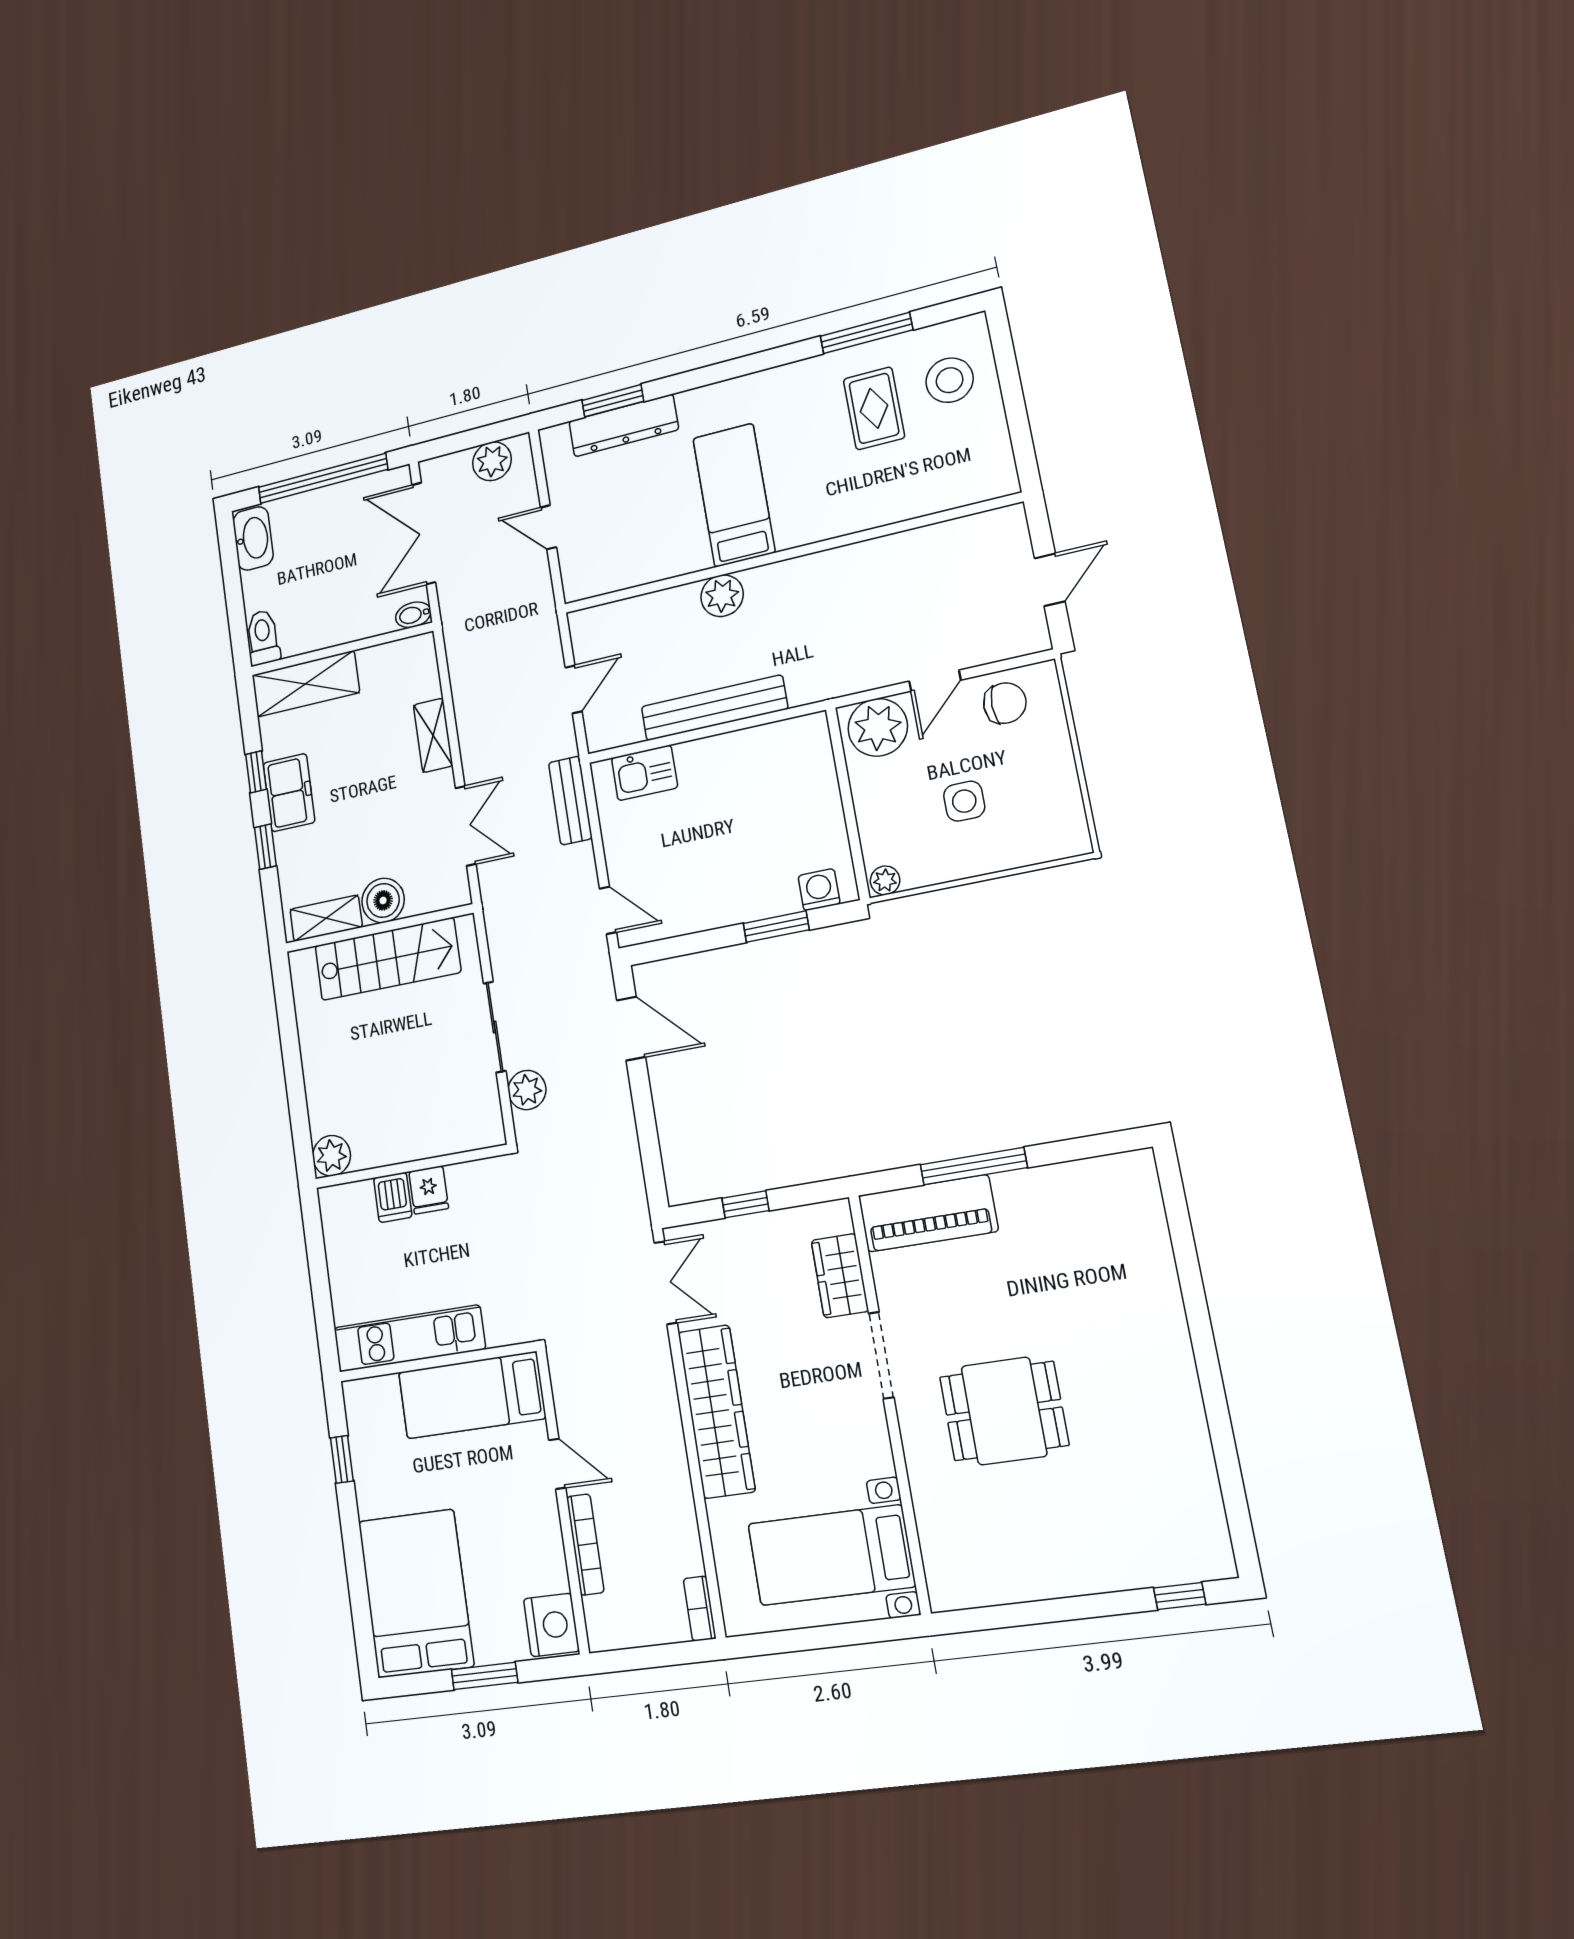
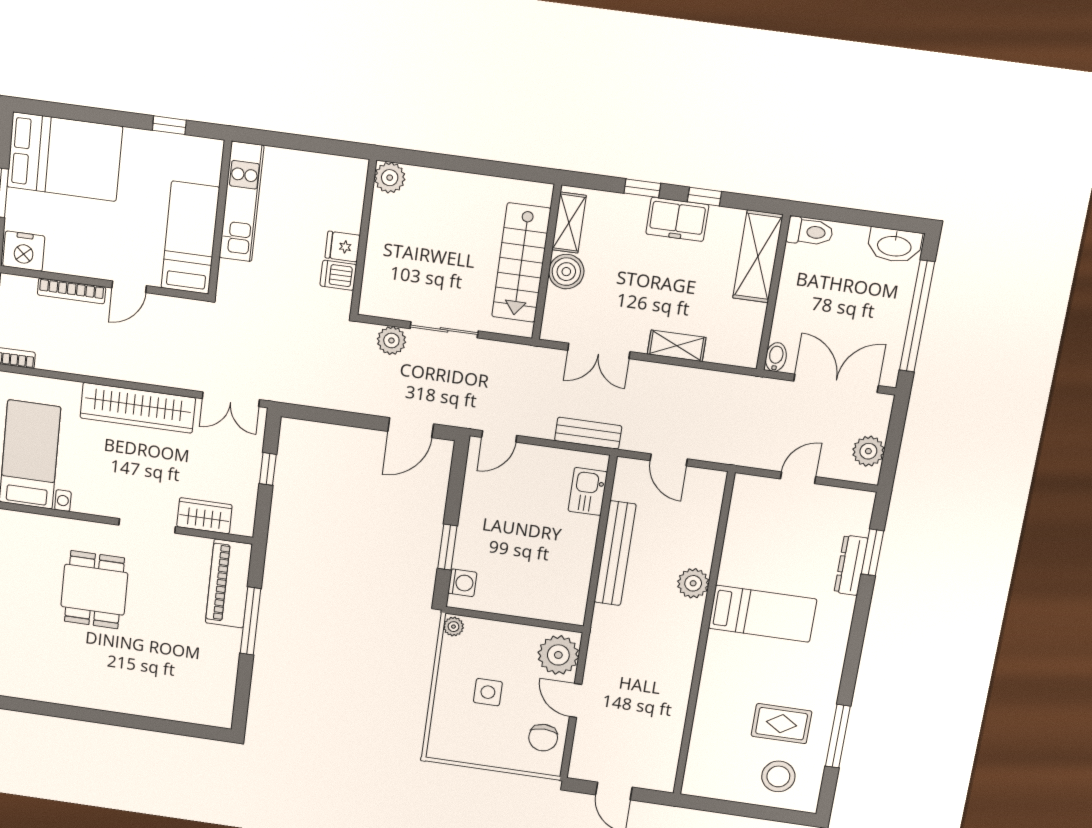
dresser: (624, 425) -> (851, 565), width x0.73, depth x0.80
dishwasher: (393, 1197) -> (338, 275), moved

